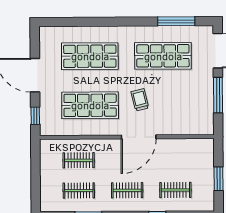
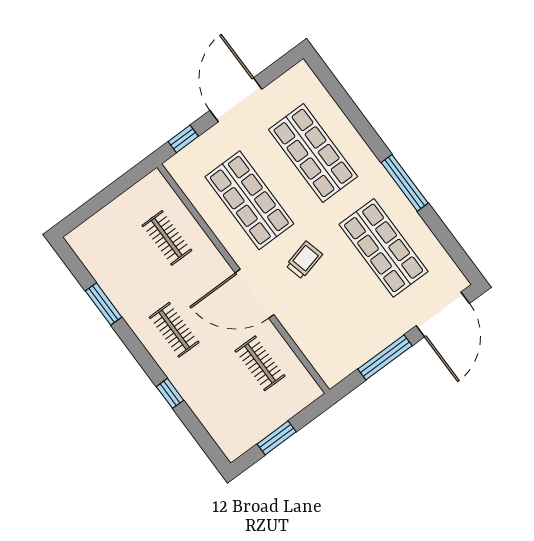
window: (176, 21) -> (405, 183), moved
clothes rail: (175, 190) -> (260, 363), moved
clothes rail: (79, 191) -> (127, 267), removed

